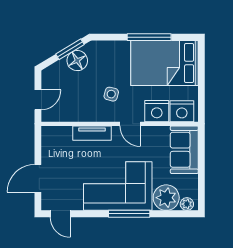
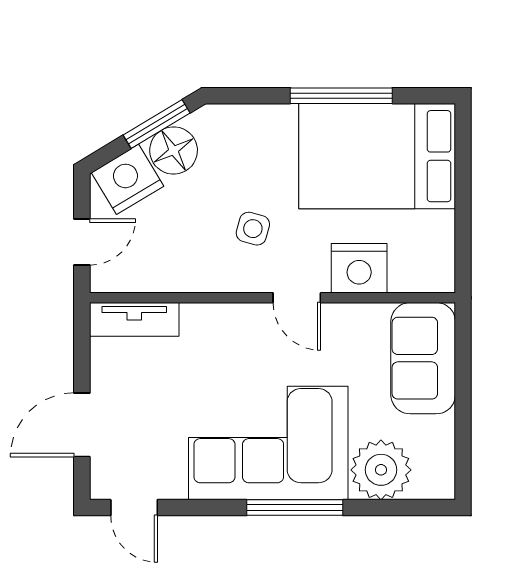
nightstand: (182, 111) -> (128, 179), moved, turned 149
tv unit: (92, 133) -> (134, 319), moved
plant: (187, 204) -> (429, 485), removed

